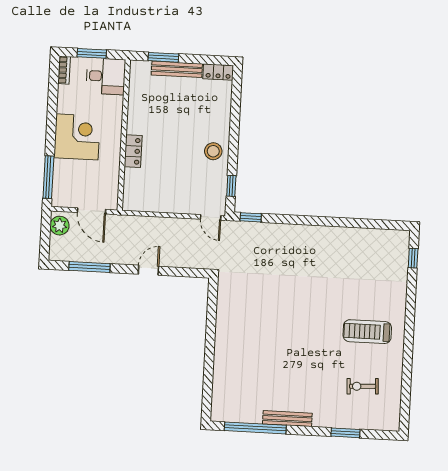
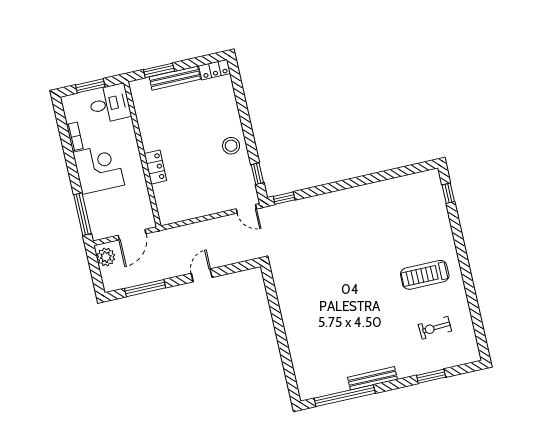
bookcase: (64, 70) -> (75, 136), moved
door: (91, 211) -> (132, 235), hinge flipped

